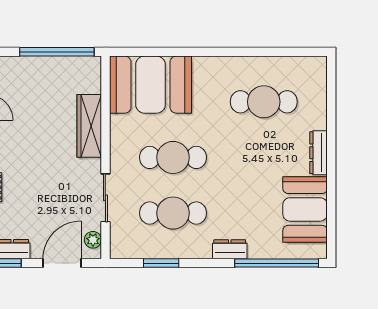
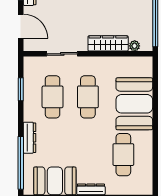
booth: (151, 85) -> (134, 104), moved
plant: (93, 240) -> (135, 46), moved
dresser: (230, 249) -> (29, 138), width x1.44

